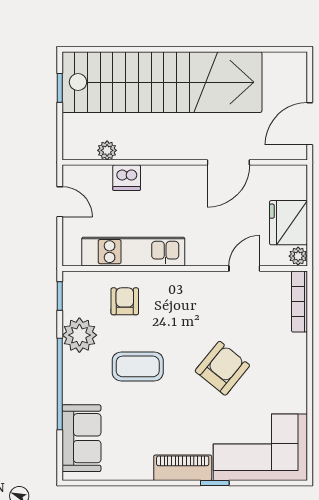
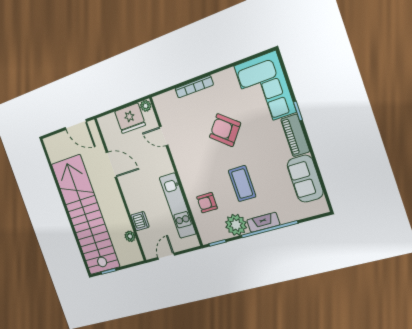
bookcase: (299, 302) -> (194, 87), moved
fireplace: (72, 379) -> (263, 222), added
sofa: (81, 438) -> (305, 179), moved, turned -90

